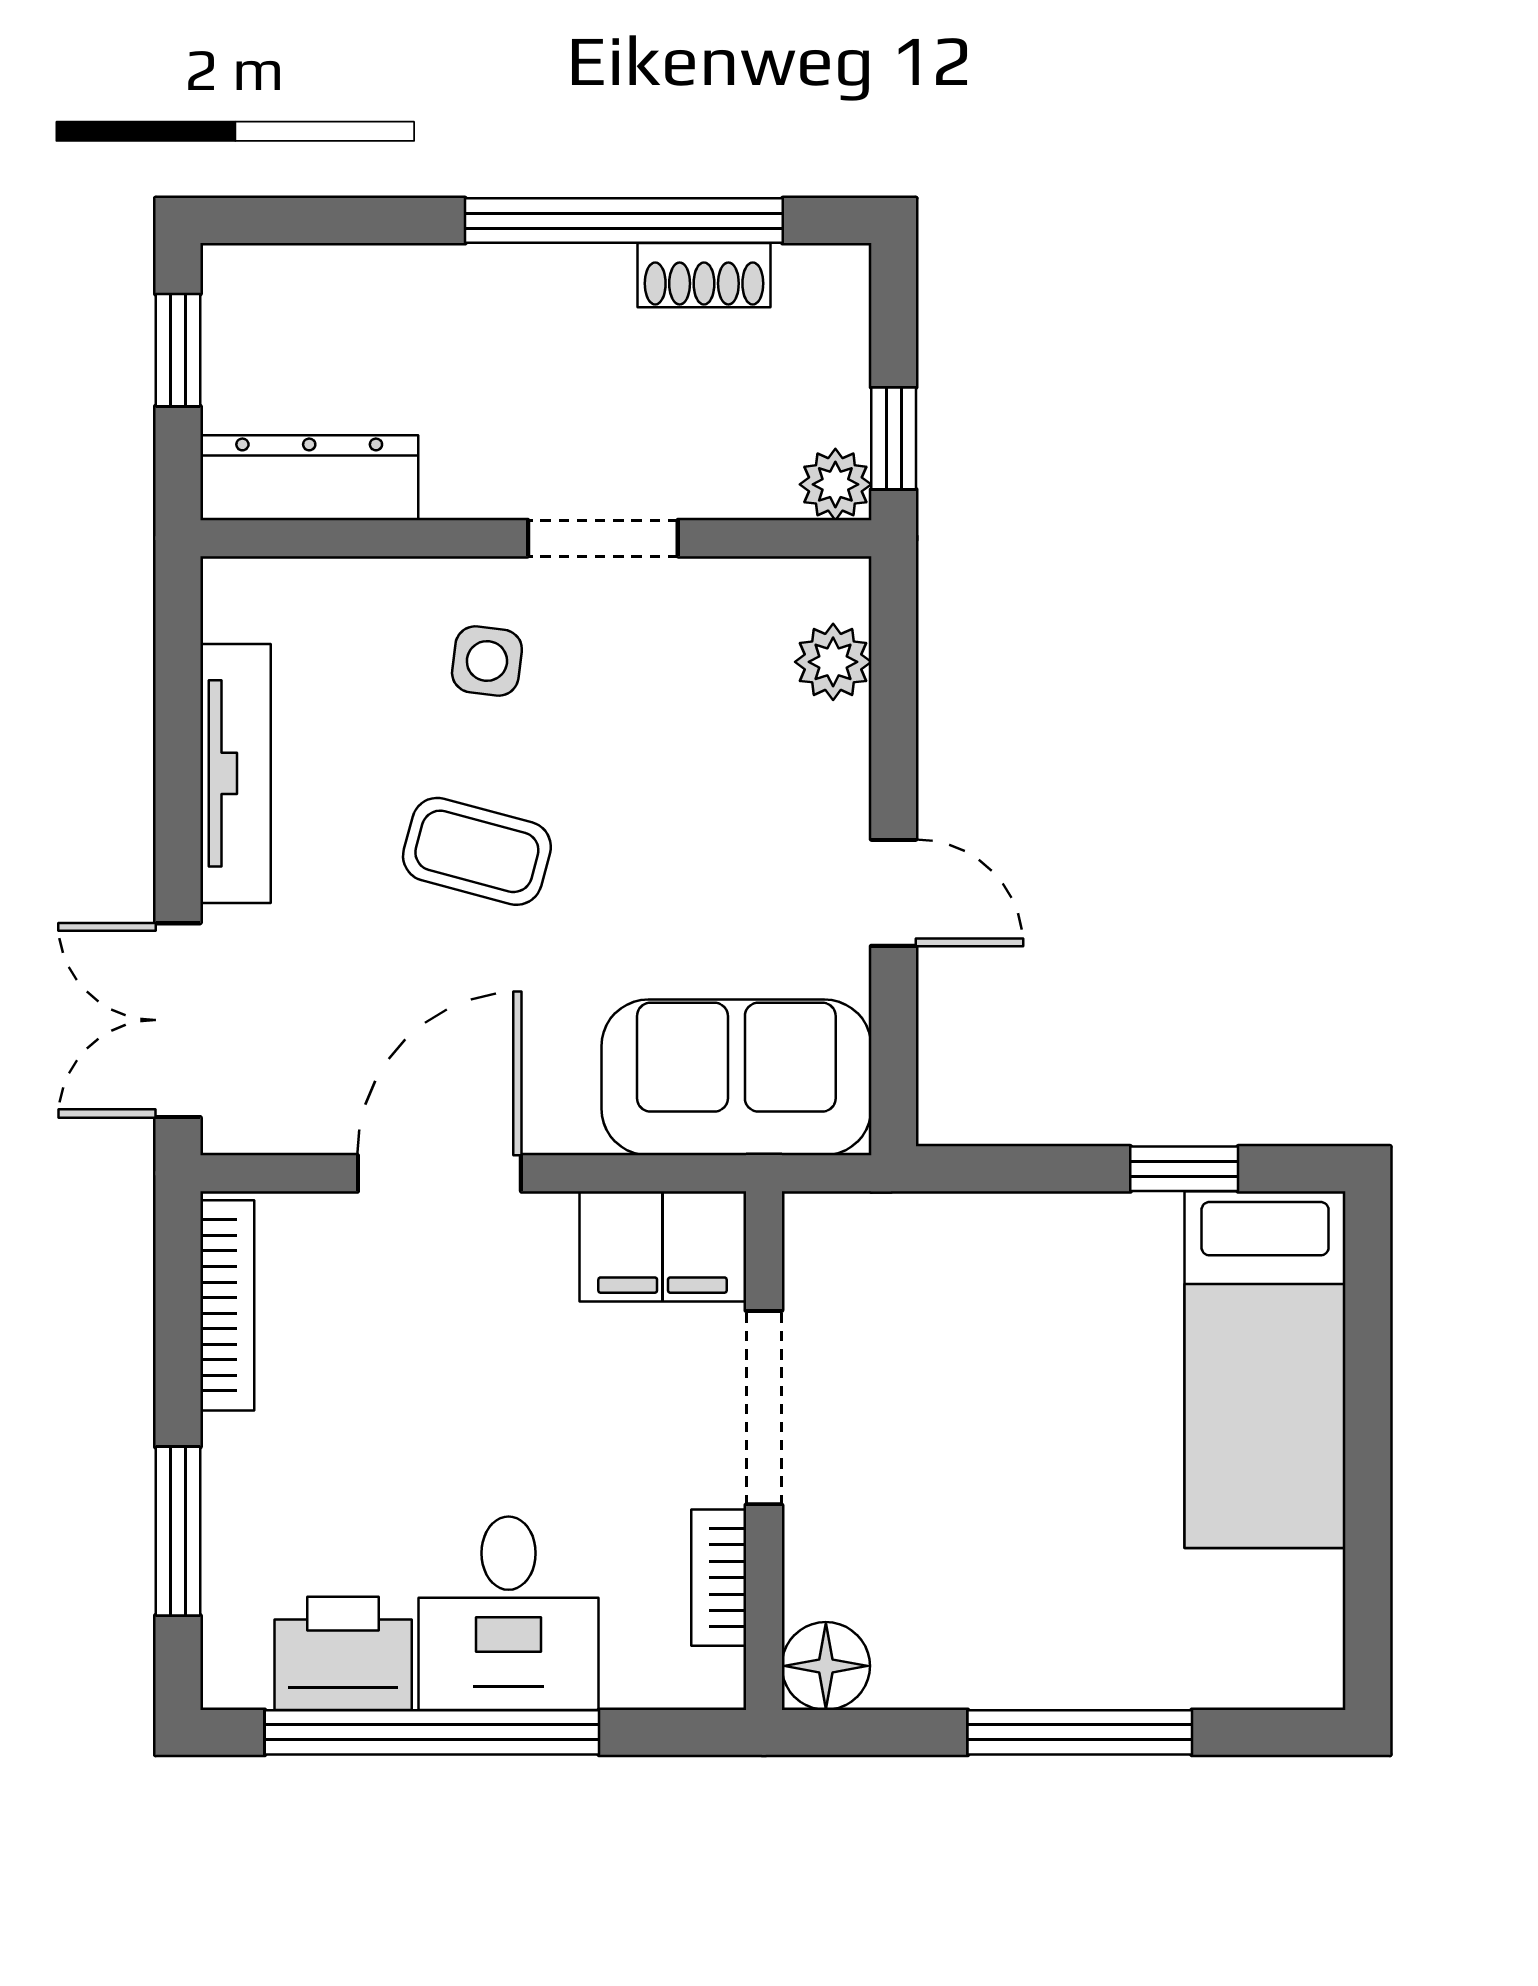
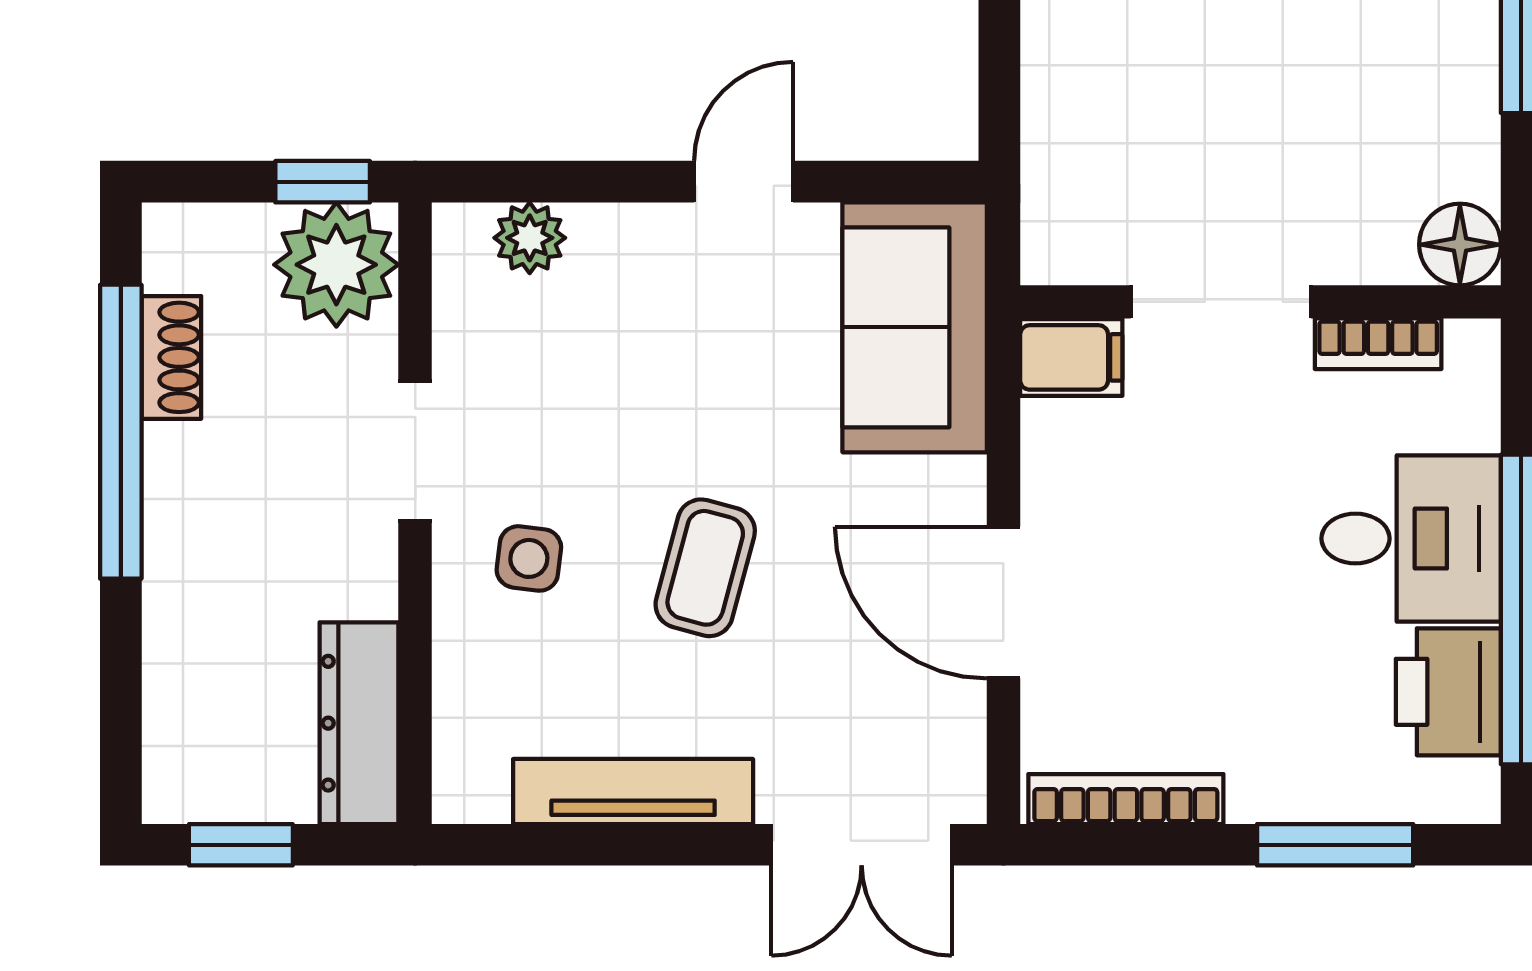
plant: (835, 484) -> (336, 265), width x1.88, depth x1.88
filing cabinet: (663, 1246) -> (1071, 357), width x0.50

